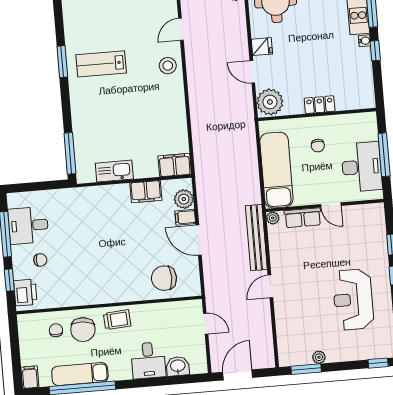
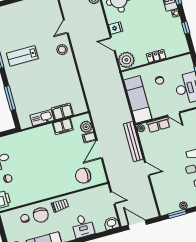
window: (375, 51) -> (186, 28), moved
window: (70, 153) -> (10, 98), moved
filing cabinet: (175, 165) -> (62, 112), moved
door: (199, 240) -> (99, 149), hinge flipped
door: (270, 286) -> (147, 169), swing flipped
washbasin: (178, 366) -> (112, 223), moved
door: (238, 375) -> (137, 225), hinge flipped

